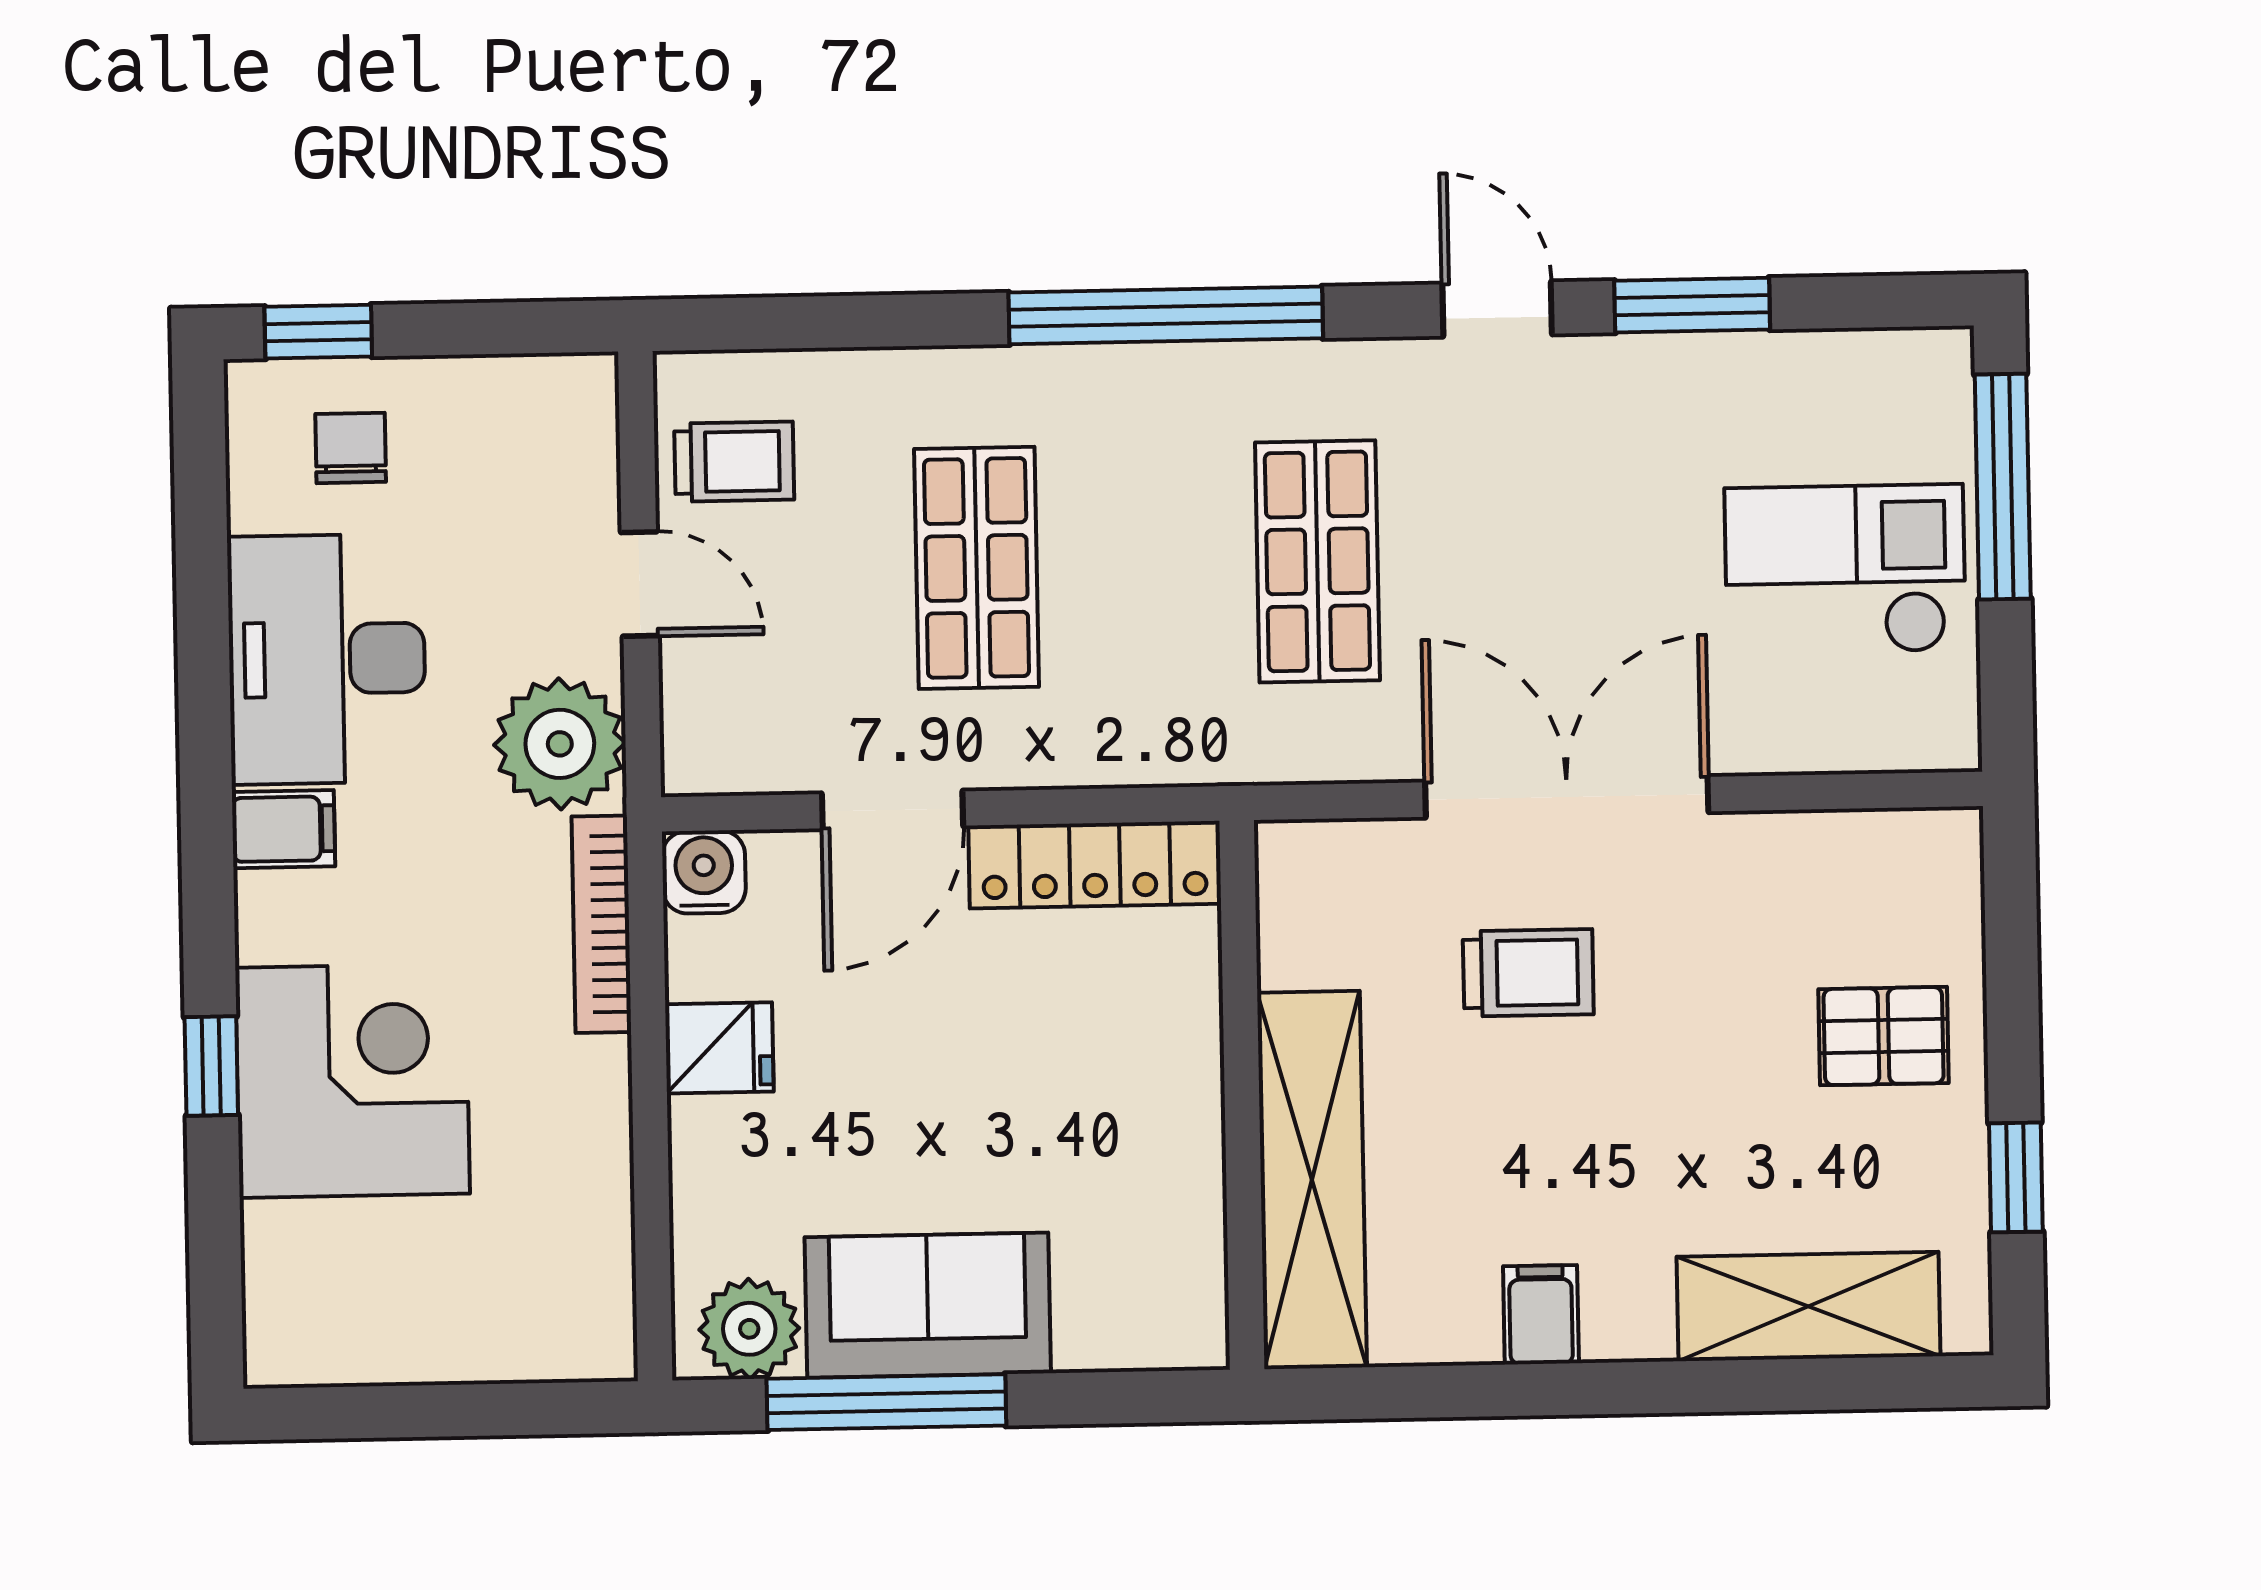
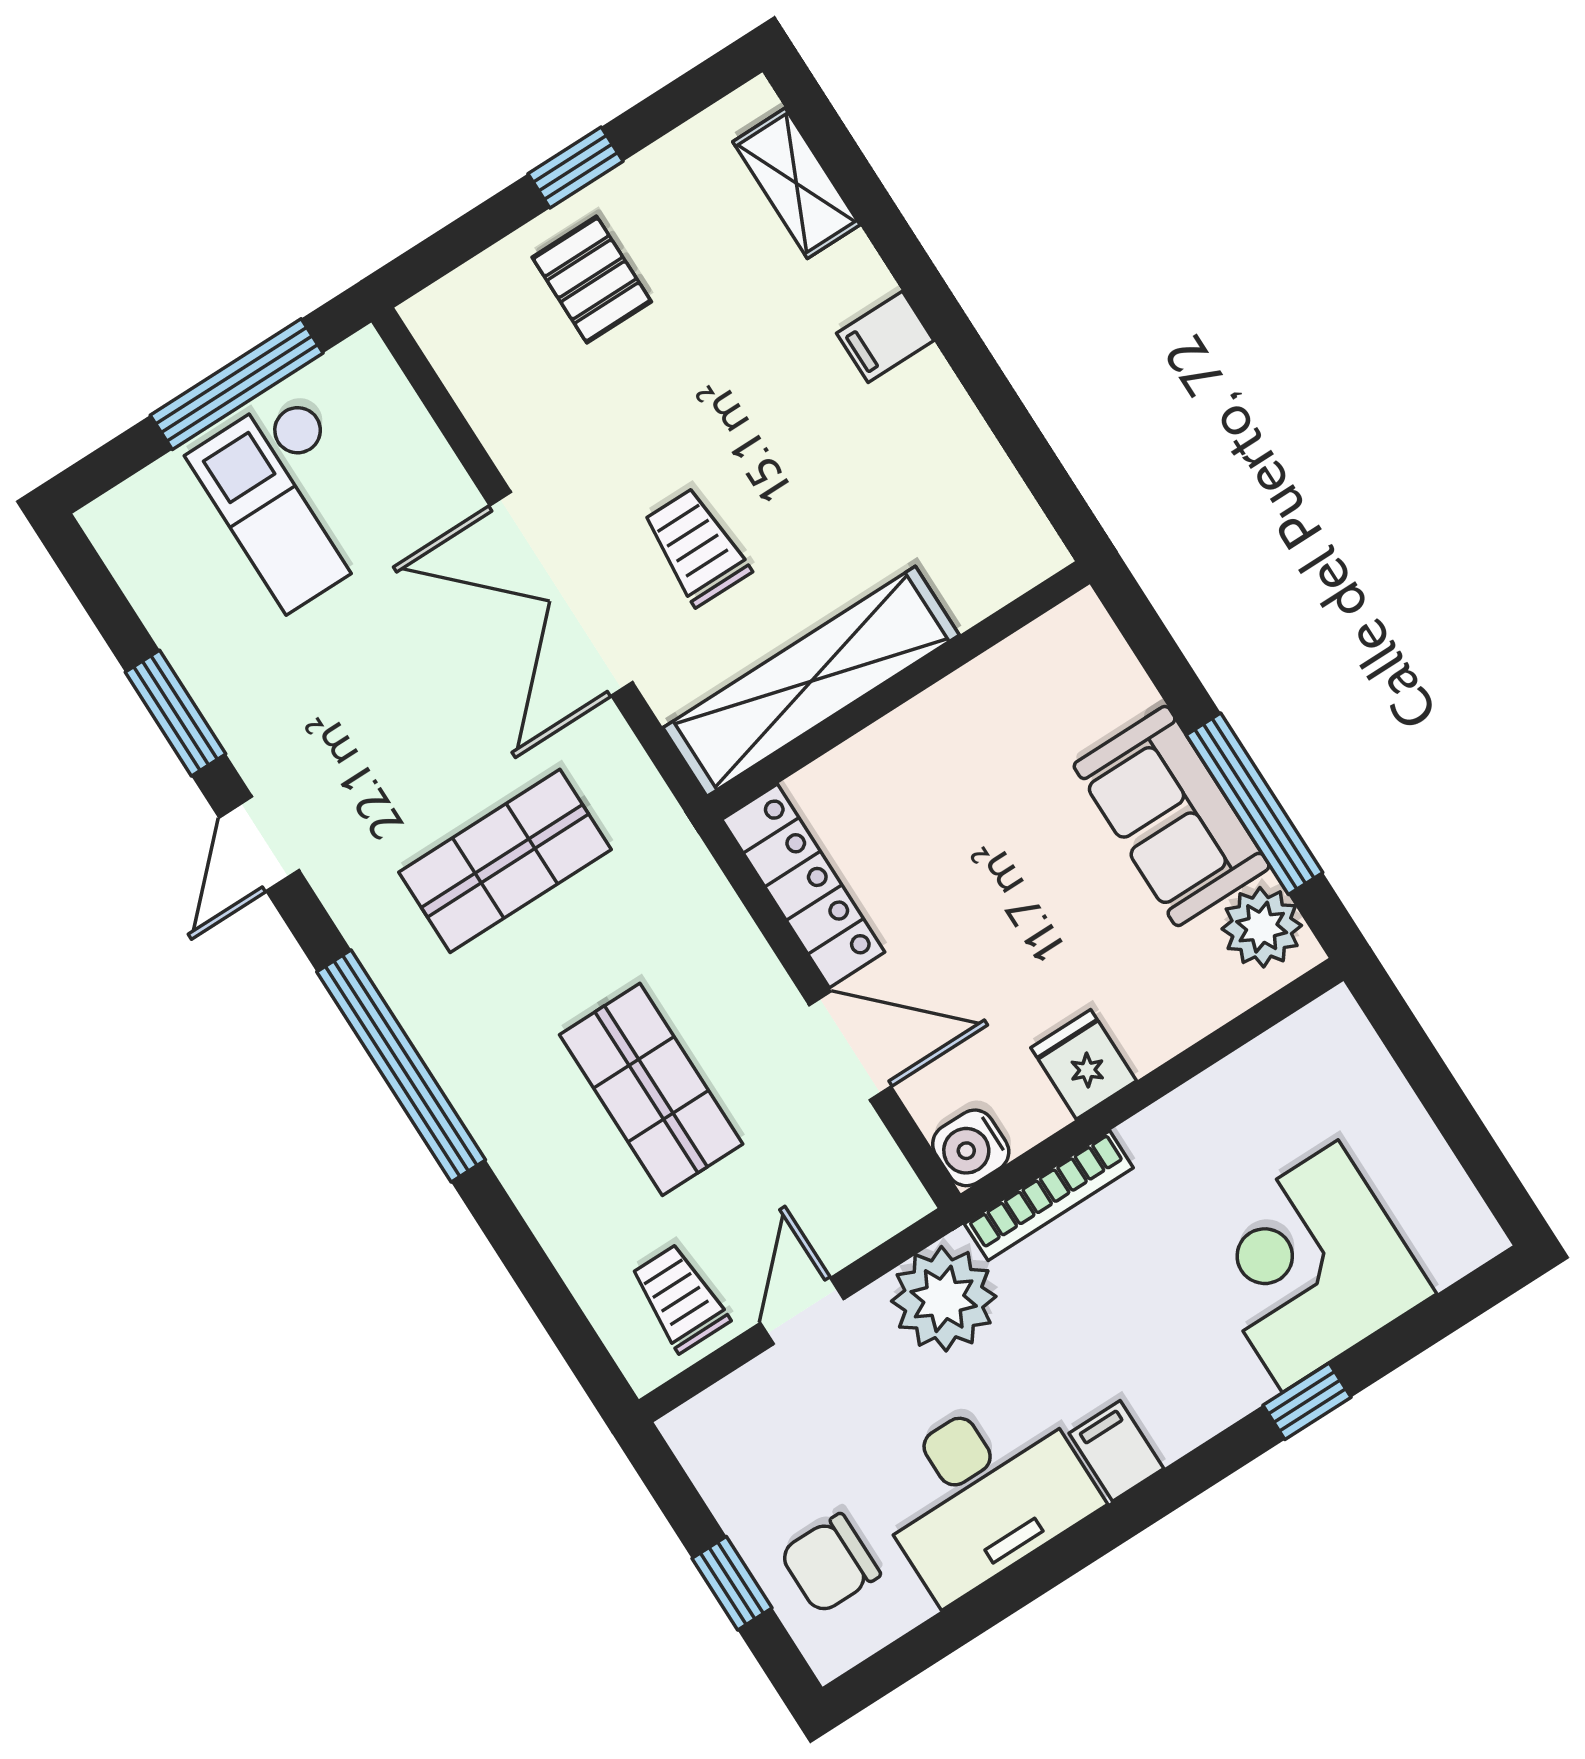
window: (318, 332) -> (732, 1583), moved
chair: (351, 448) -> (830, 1564), width x1.37, depth x1.37
window: (2003, 487) -> (237, 384), moved
shop shelf: (977, 568) -> (651, 1089), turned 90
corner desk: (353, 1081) -> (1310, 1266), moved
window: (2016, 1177) -> (576, 167), moved
shelving: (1312, 1180) -> (811, 681), moved
shelving: (1808, 1306) -> (796, 183), width x0.67, depth x0.75
filing cabinet: (1541, 1315) -> (885, 337), moved

